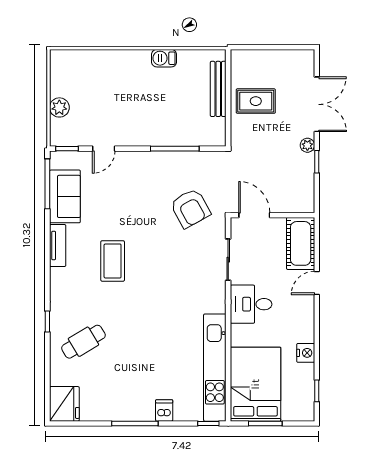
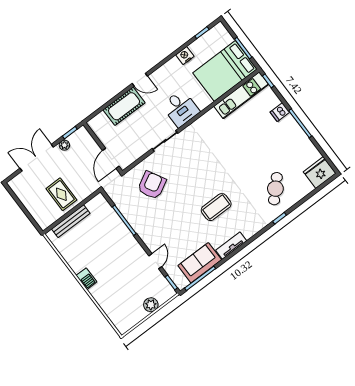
barbecue: (164, 58) -> (86, 279), moved
door: (104, 149) -> (155, 261), hinge flipped
door: (254, 215) -> (111, 158), moved
wall: (272, 215) -> (103, 148), moved
cafe table: (83, 342) -> (275, 189), turned 75
kitchen unit: (215, 368) -> (241, 95), width x0.73

